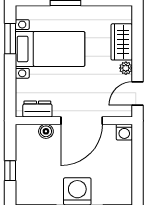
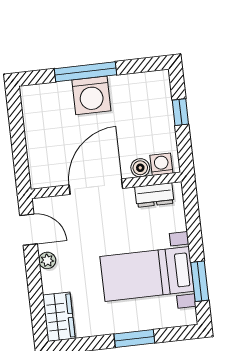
wardrobe: (122, 42) -> (59, 317), moved
door: (137, 93) -> (29, 230), hinge flipped
washing machine: (124, 132) -> (161, 164), moved

